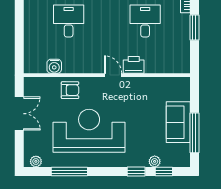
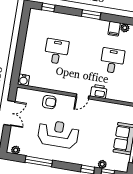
water cooler: (54, 66) -> (24, 80), moved
door: (113, 75) -> (82, 96), swing flipped
reception desk: (89, 131) -> (58, 134), width x0.74, depth x0.77

